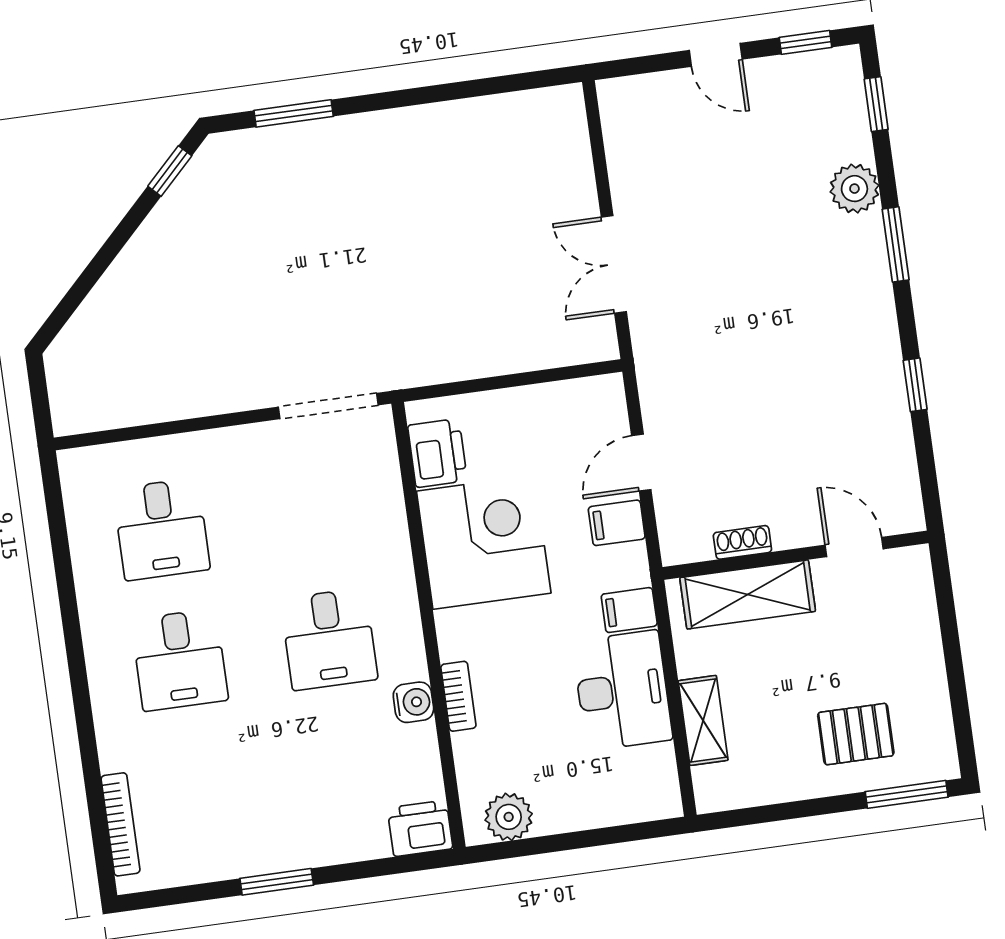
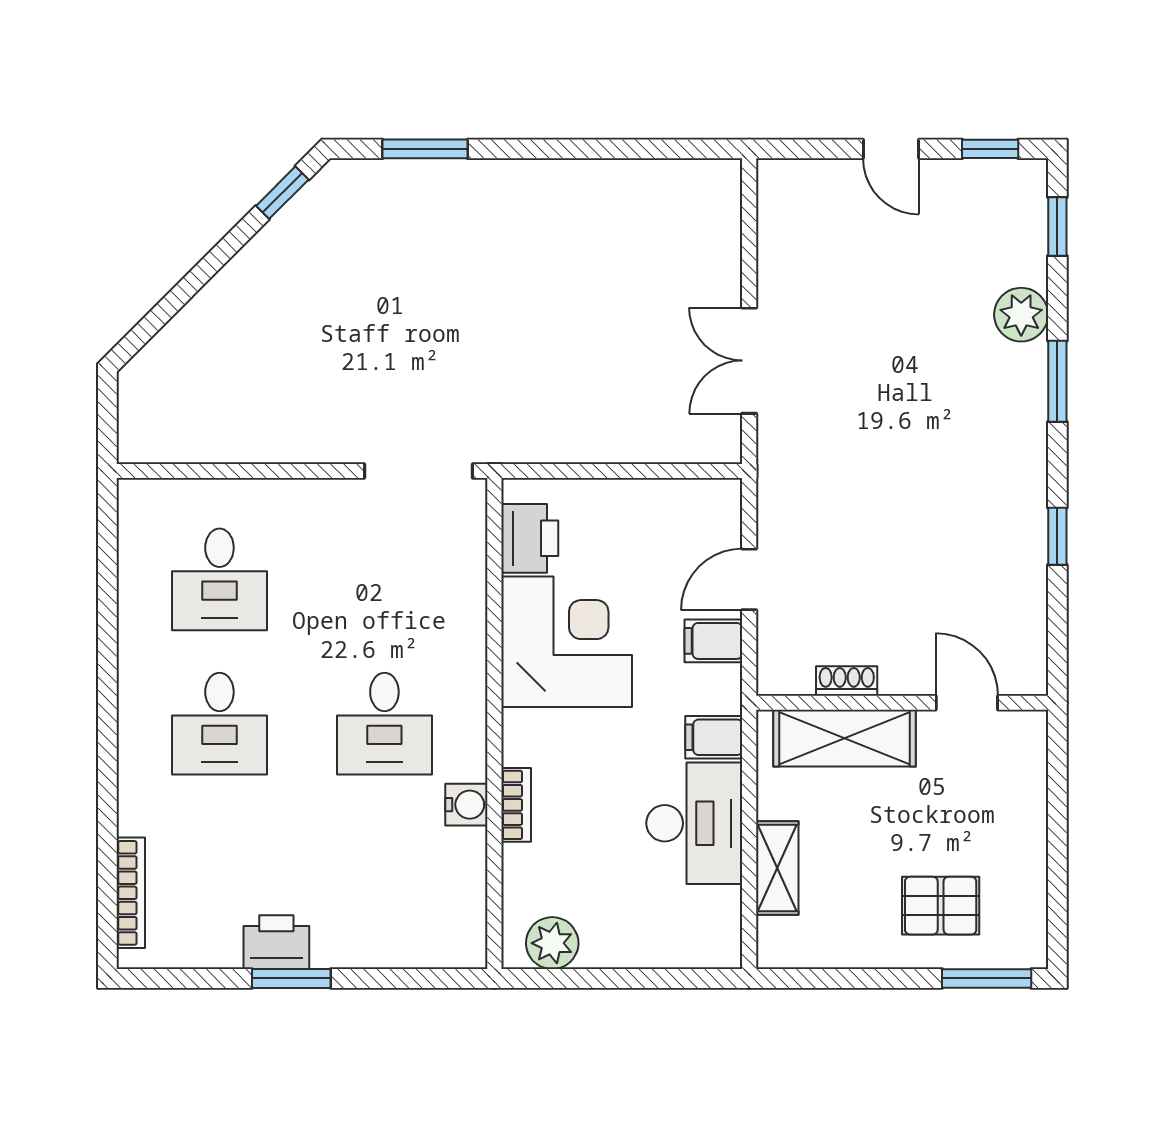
printer: (420, 828) -> (276, 942), moved

